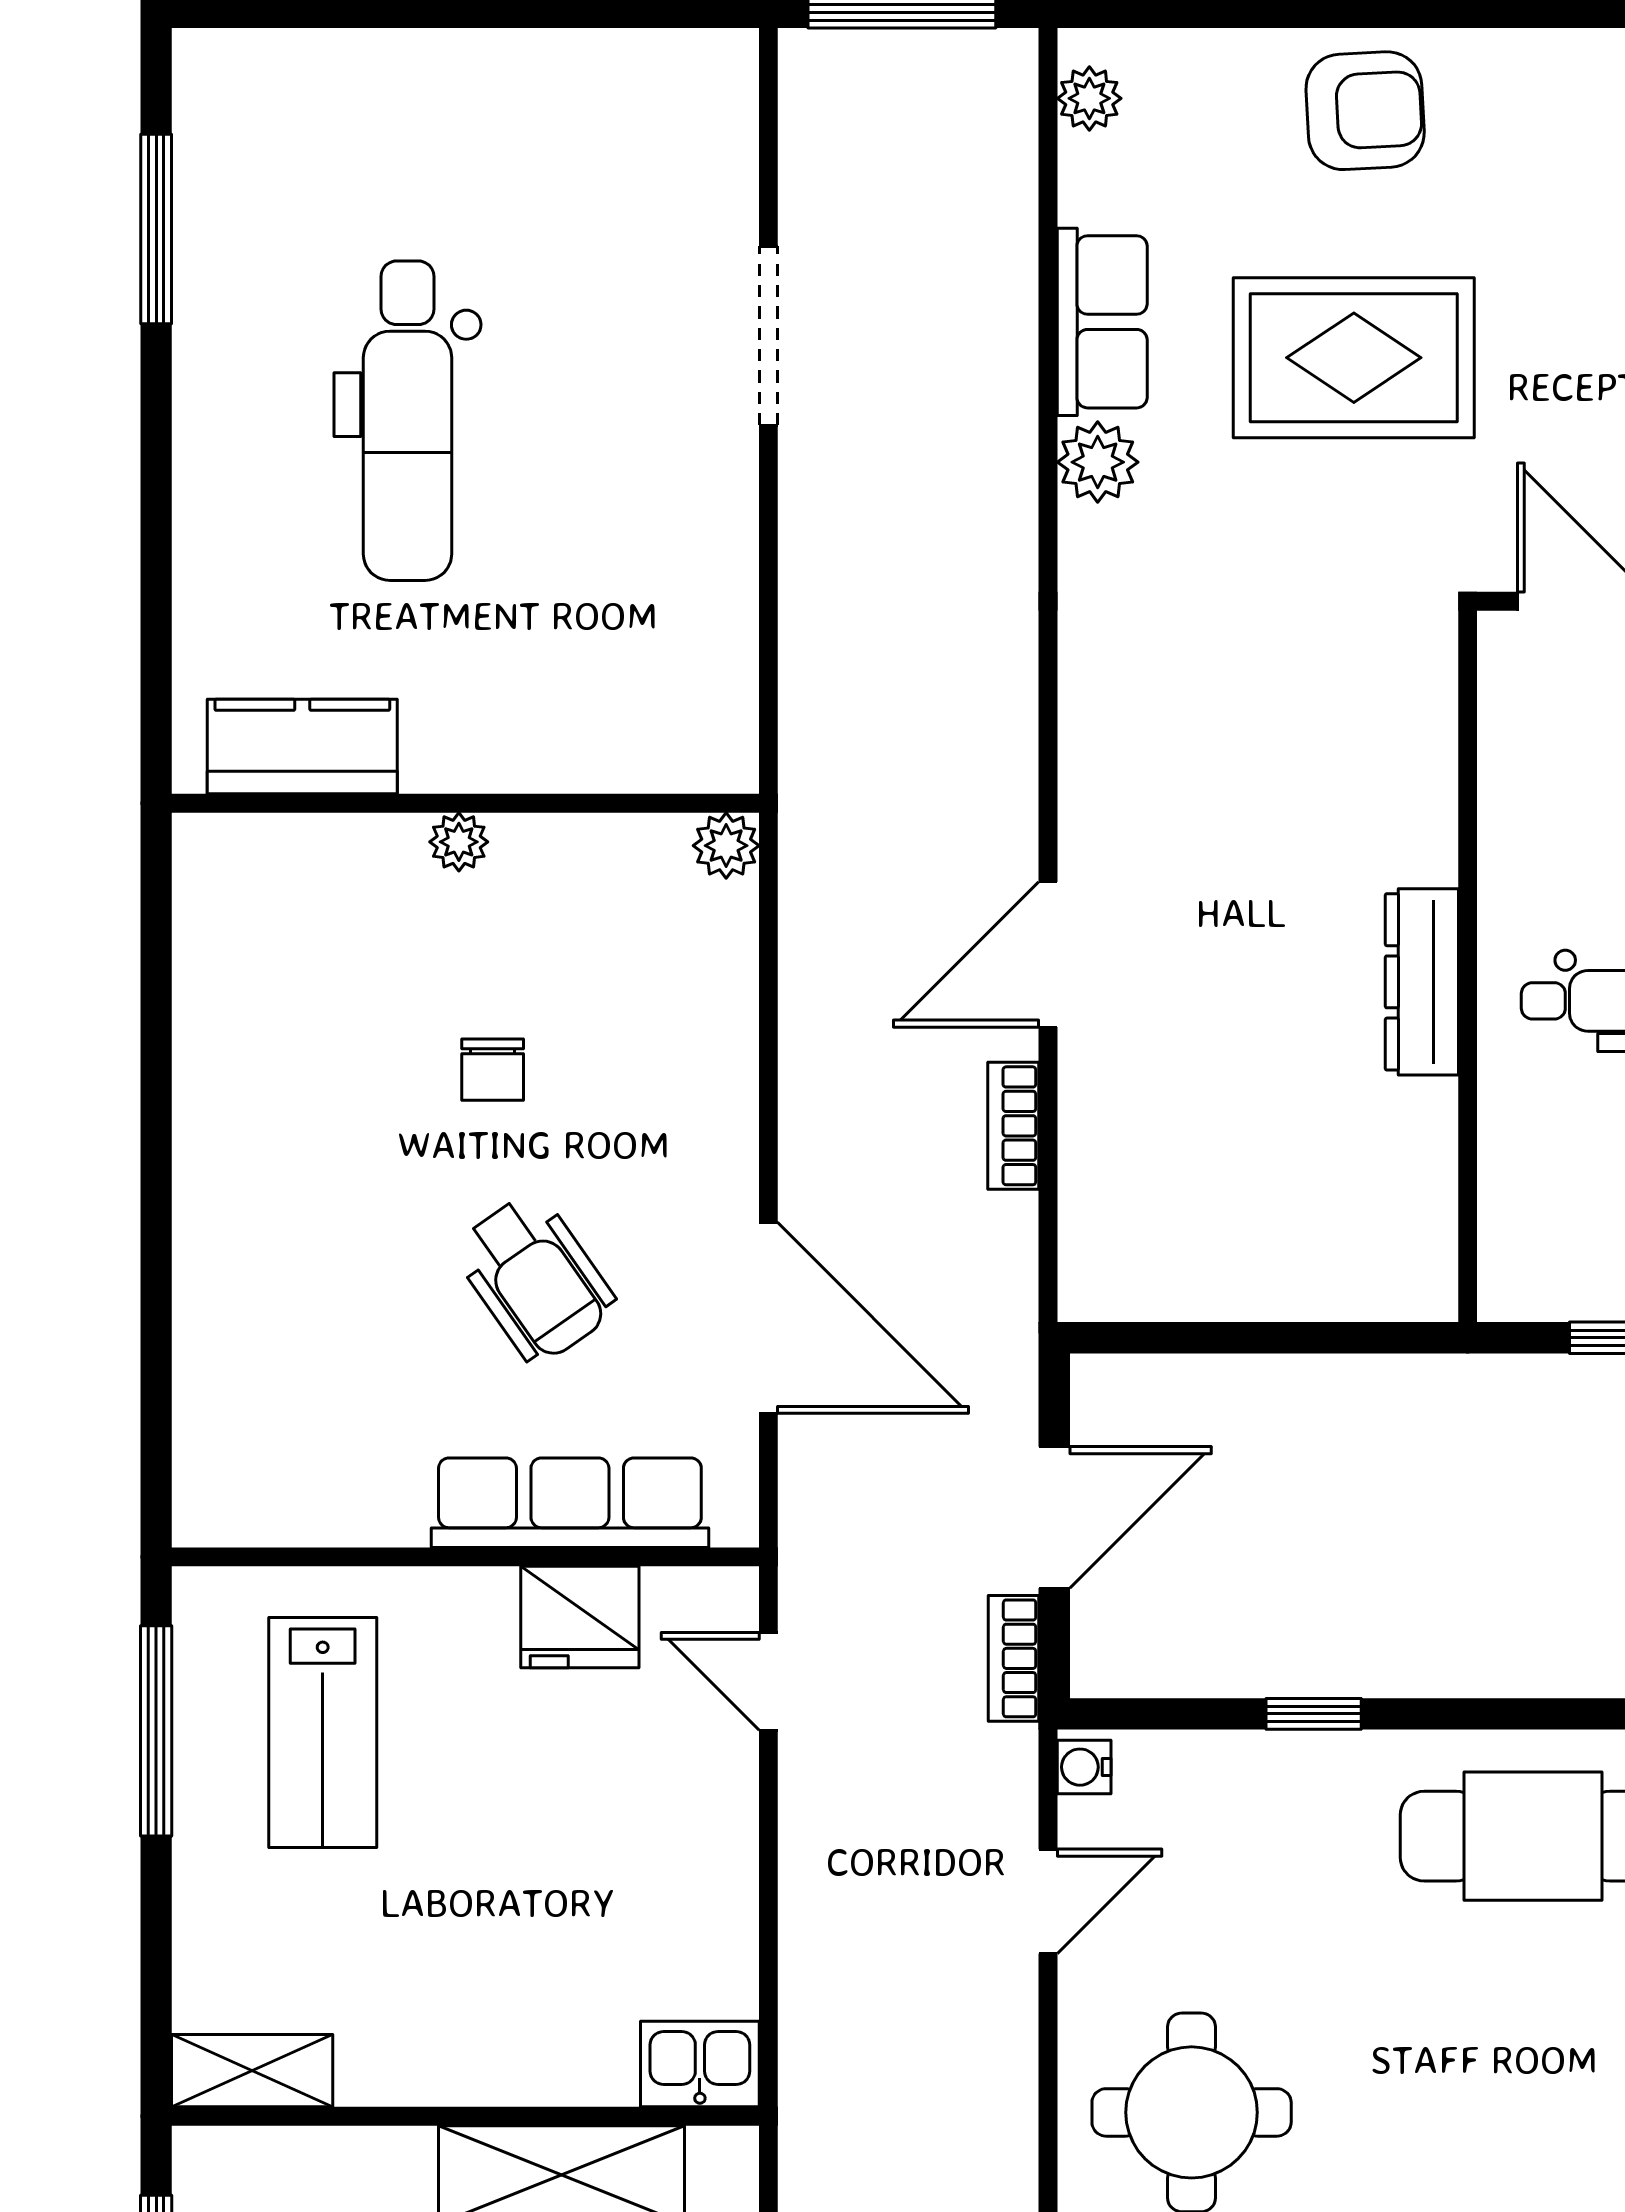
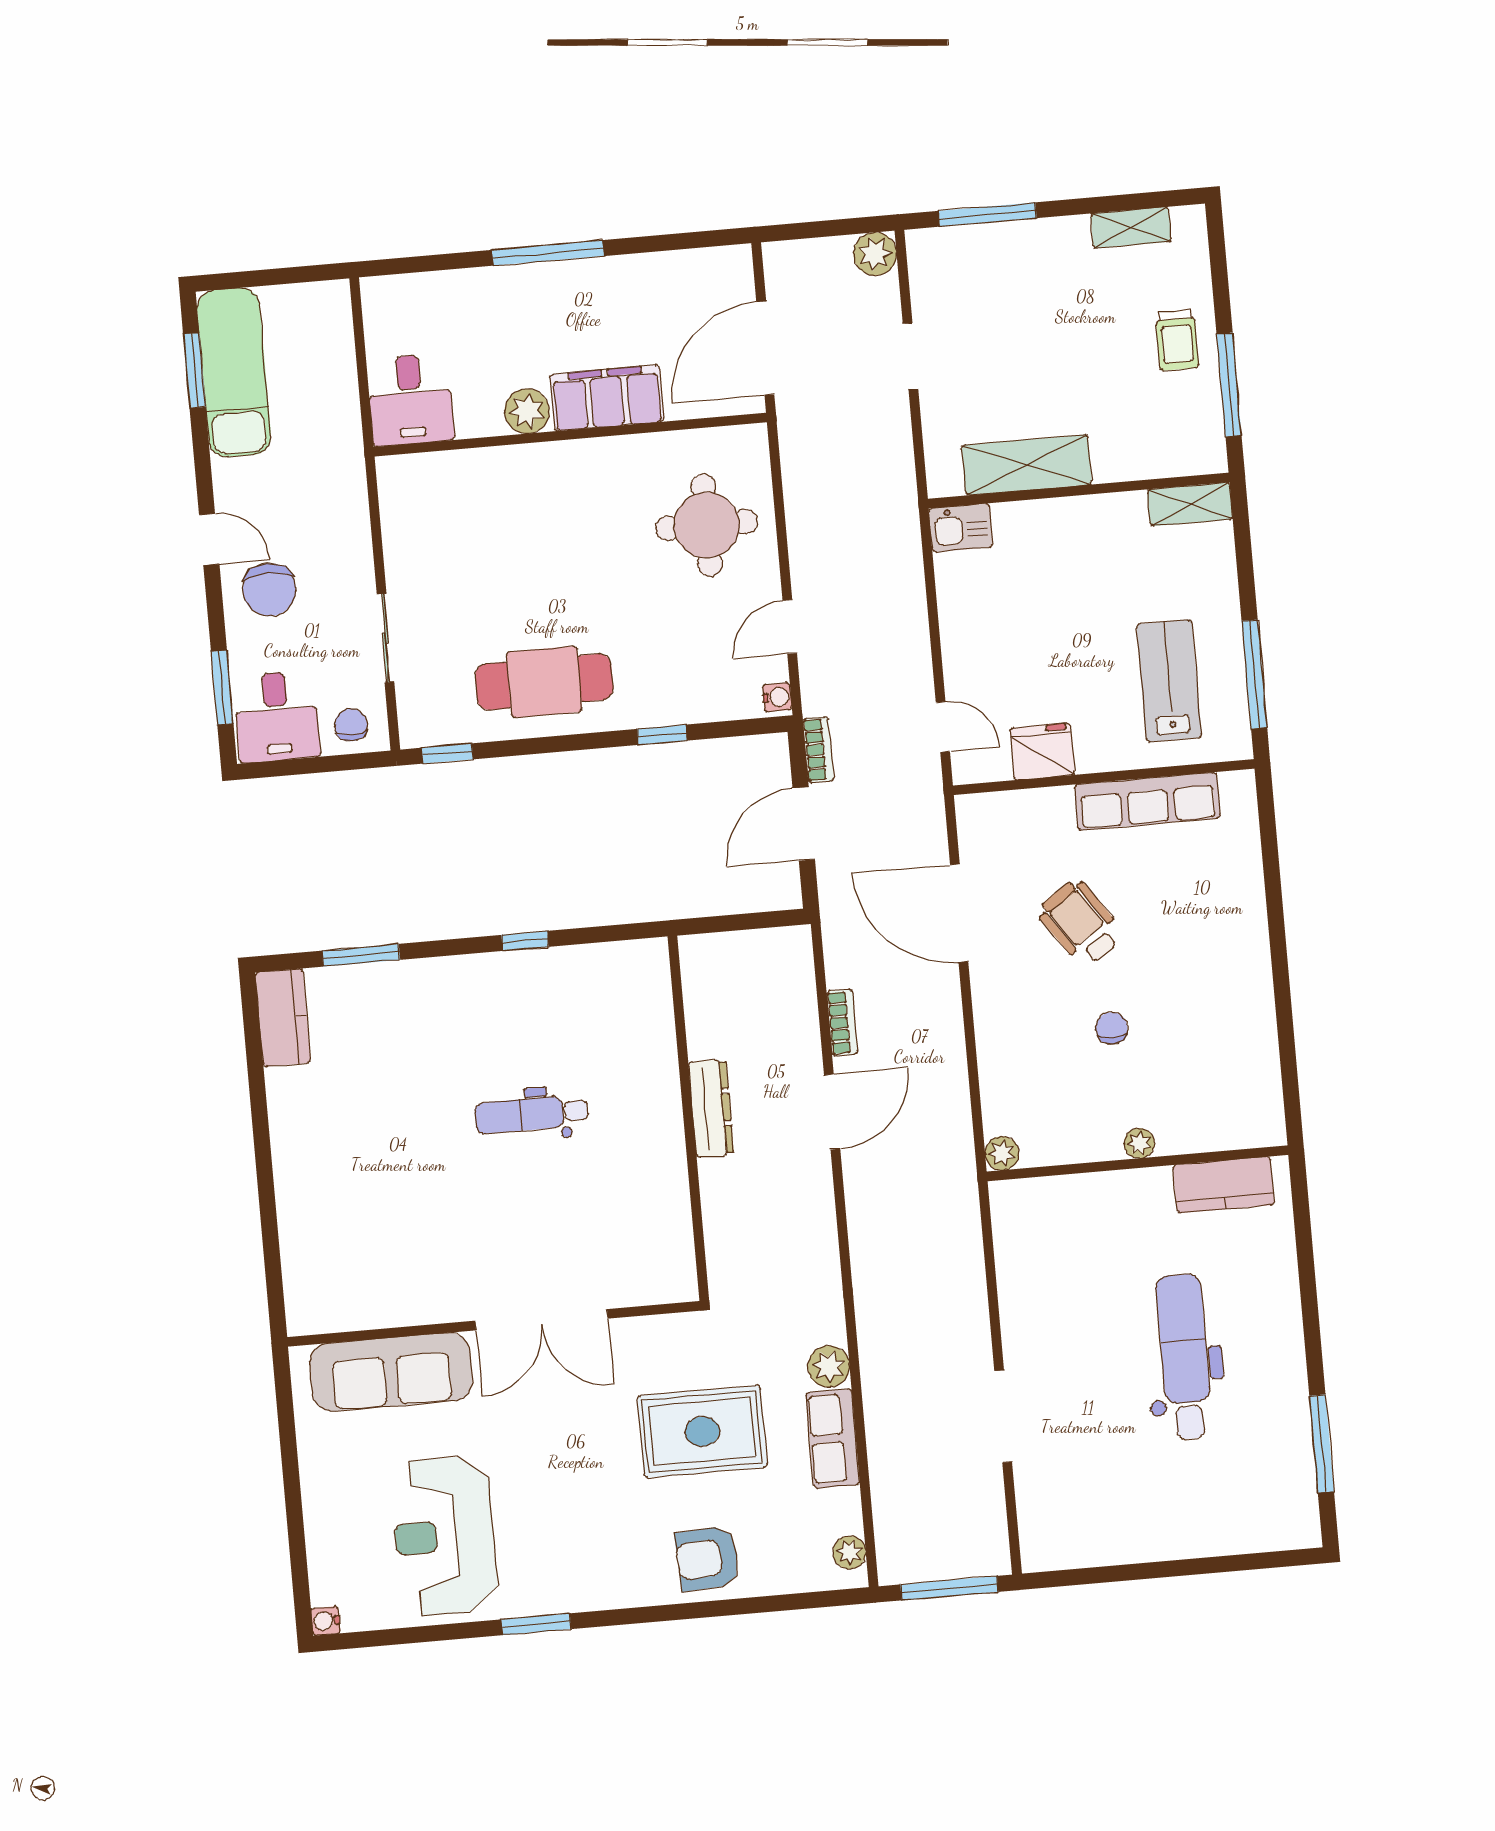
wall: (1468, 966) -> (688, 1118), moved
dresser: (1422, 982) -> (711, 1108), moved
row of seats: (570, 1503) -> (1147, 801), moved

